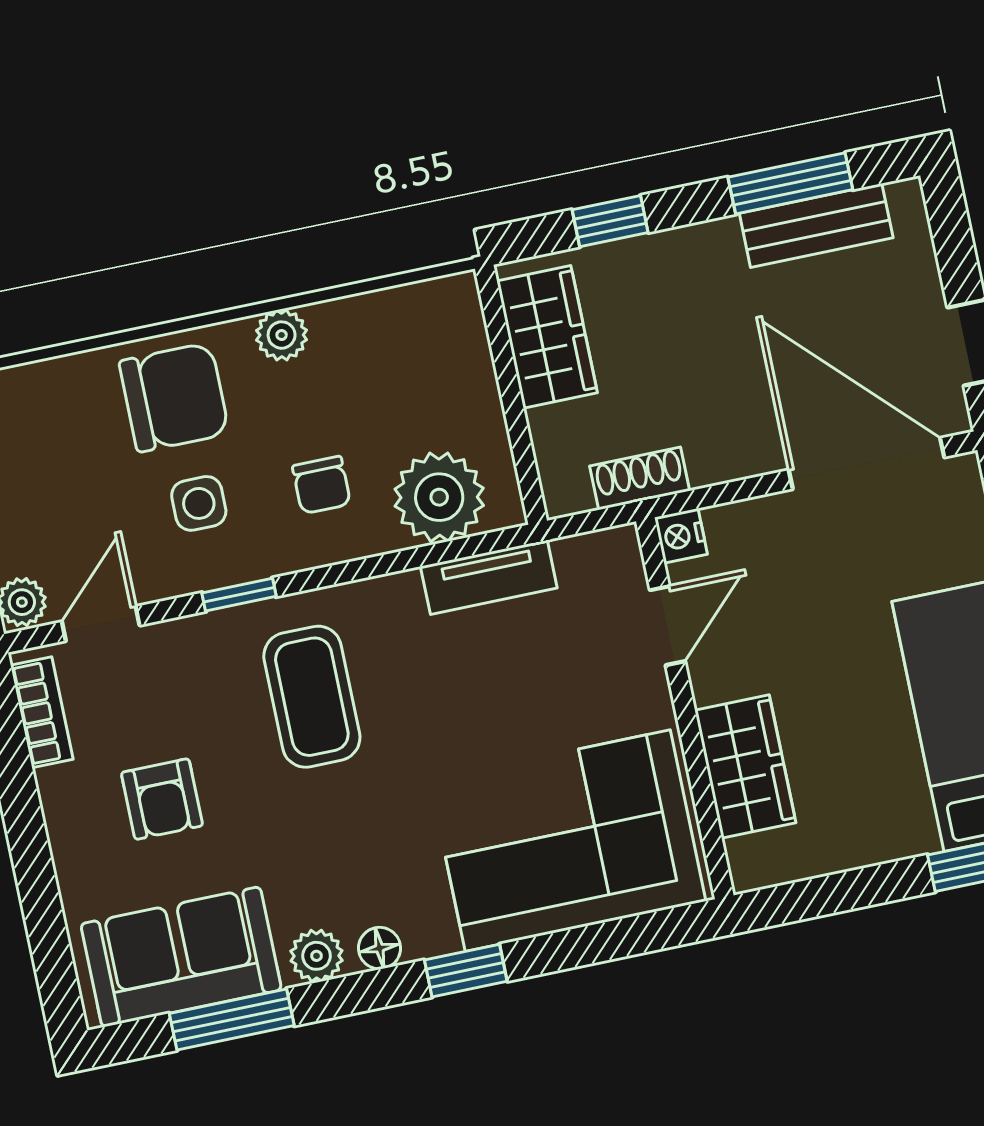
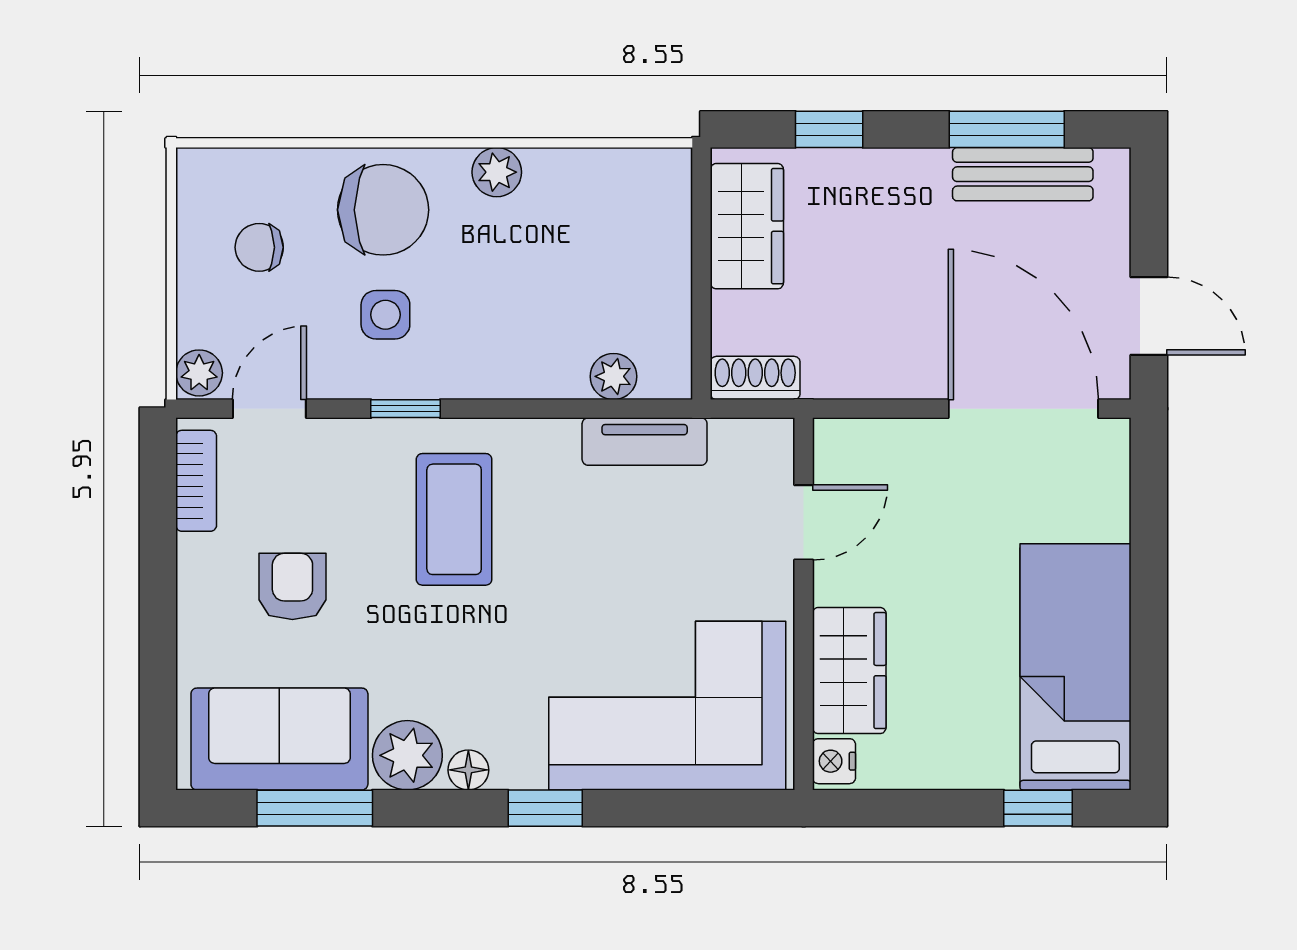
shoe rack: (640, 478) -> (755, 378), moved
chair: (321, 485) -> (259, 247), moved, turned 90
plant: (439, 497) -> (614, 376), width x0.53, depth x0.53
nightstand: (681, 536) -> (834, 761), moved
armchair: (162, 799) -> (292, 586), turned 180
plant: (317, 956) -> (407, 755), width x1.38, depth x1.38

